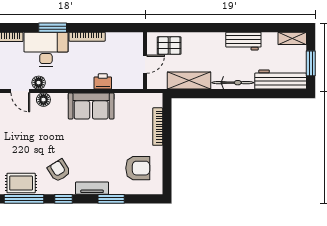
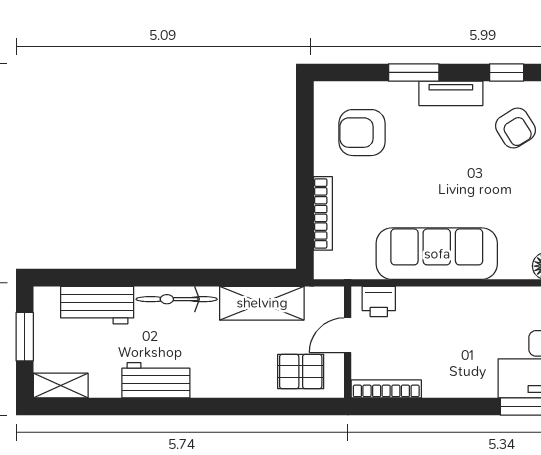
bookcase: (87, 37) -> (386, 389), moved
workbench: (281, 80) -> (97, 305), width x0.73
printer: (103, 81) -> (379, 301), moved
sofa: (91, 106) -> (437, 254), width x1.36

